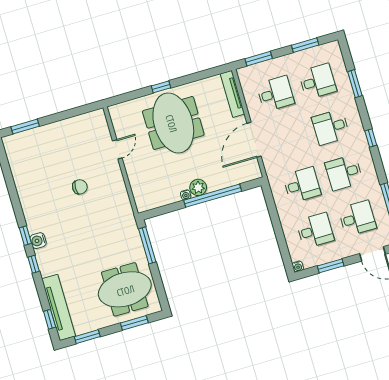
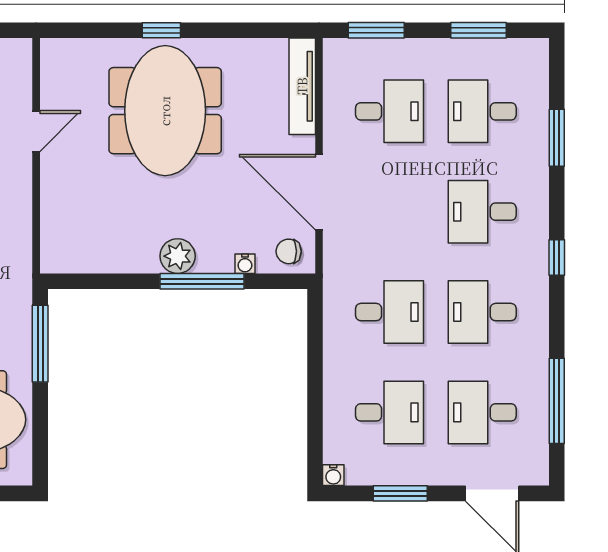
desk: (317, 81) -> (482, 111), turned 180
door: (254, 140) -> (319, 192), hinge flipped
chair: (248, 171) -> (289, 251), added
water cooler: (186, 195) -> (245, 264), moved
window: (213, 196) -> (202, 281), width x0.68
desk: (357, 218) -> (482, 412), turned 180

